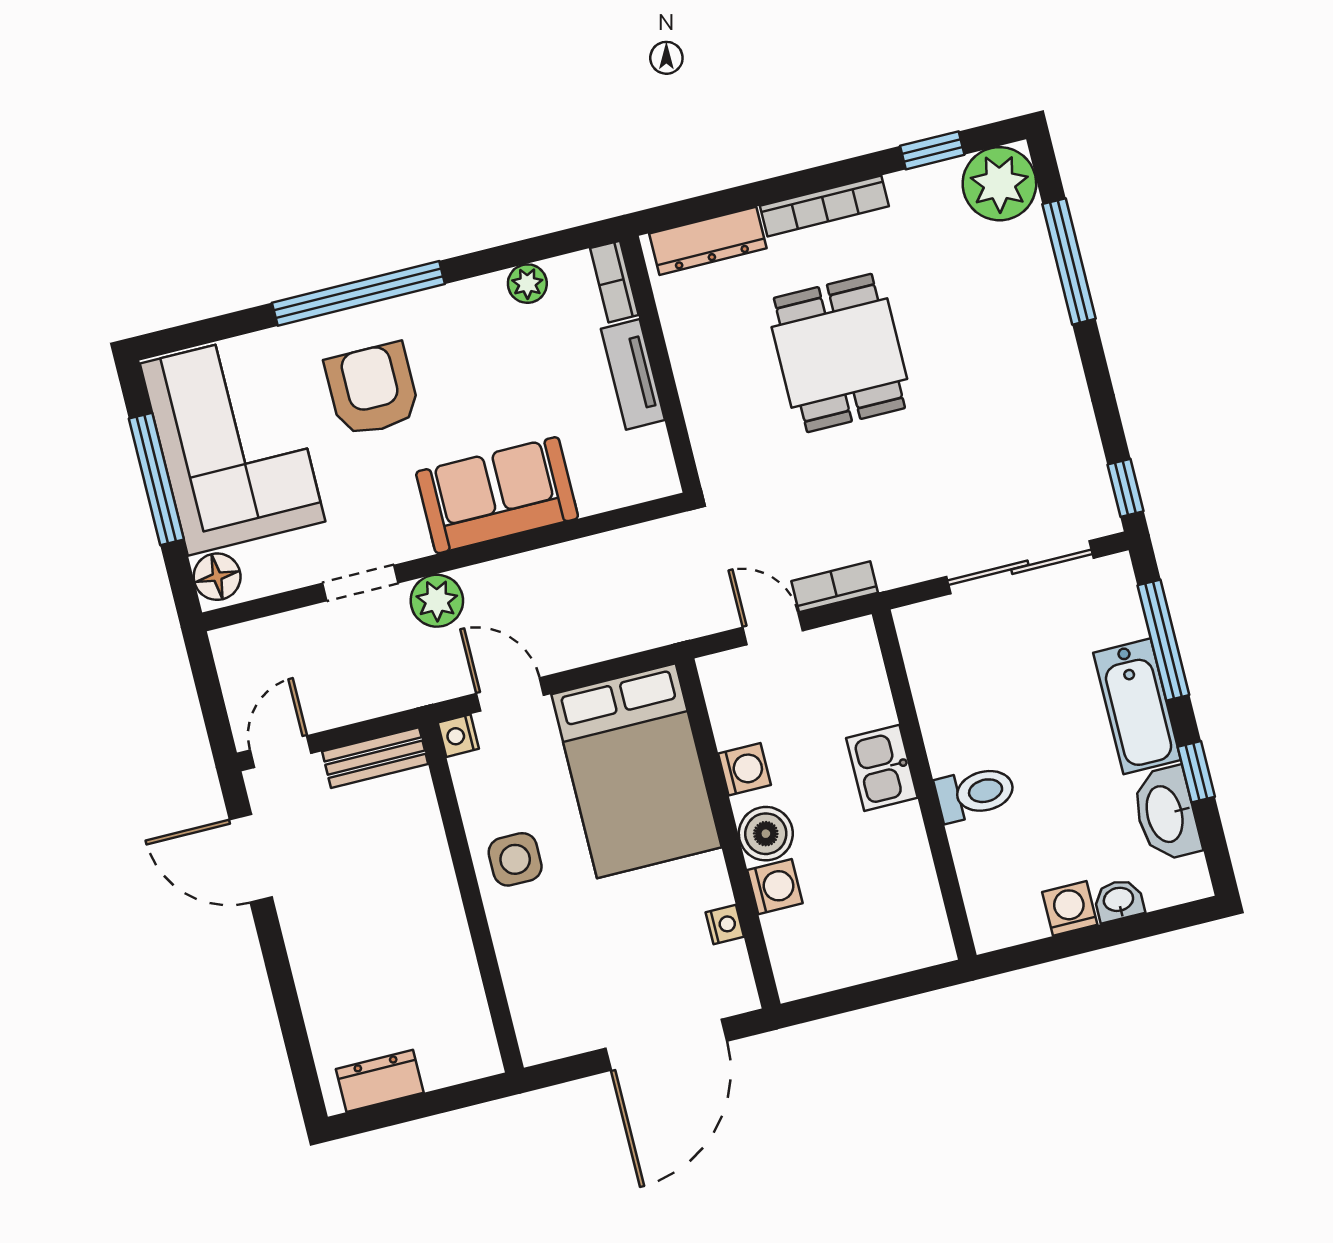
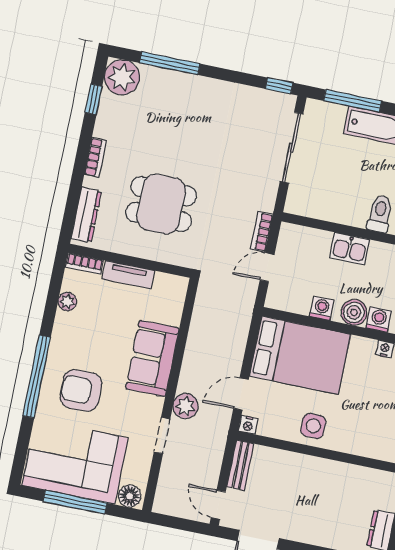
bookcase: (824, 206) -> (95, 157), width x0.64
dining table: (839, 353) -> (161, 204), moved

